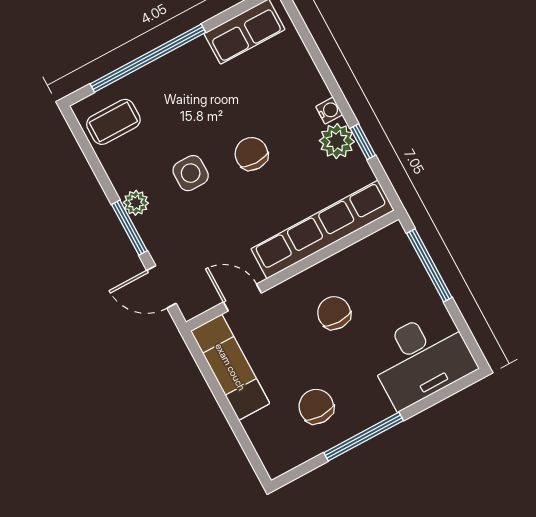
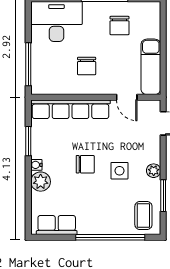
coffee table: (113, 122) -> (143, 215), turned 90
plant: (337, 141) -> (41, 182), moved
window: (363, 142) -> (28, 141), width x1.50
chair: (251, 154) -> (85, 164), turned -90
window: (129, 228) -> (163, 196), moved

